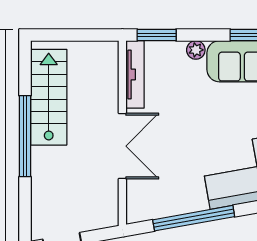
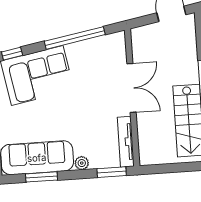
double door: (122, 146) -> (131, 88), swing flipped

